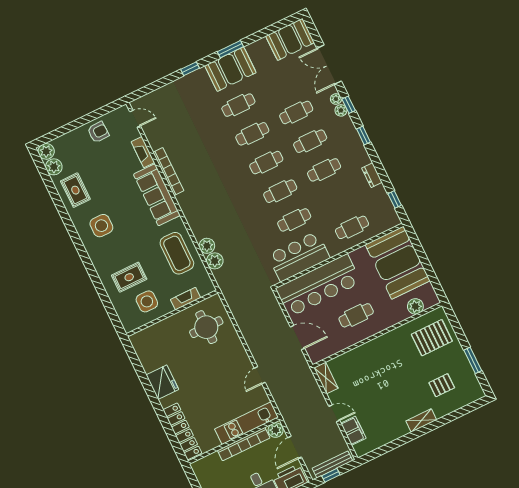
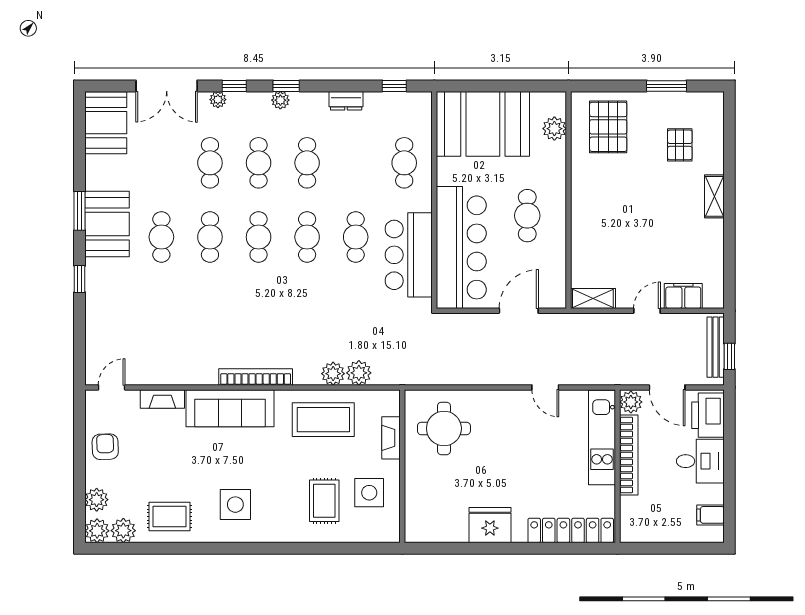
plant: (341, 110) -> (280, 100), moved
plant: (64, 142) -> (97, 500), added
bookcase: (168, 171) -> (256, 377), moved

